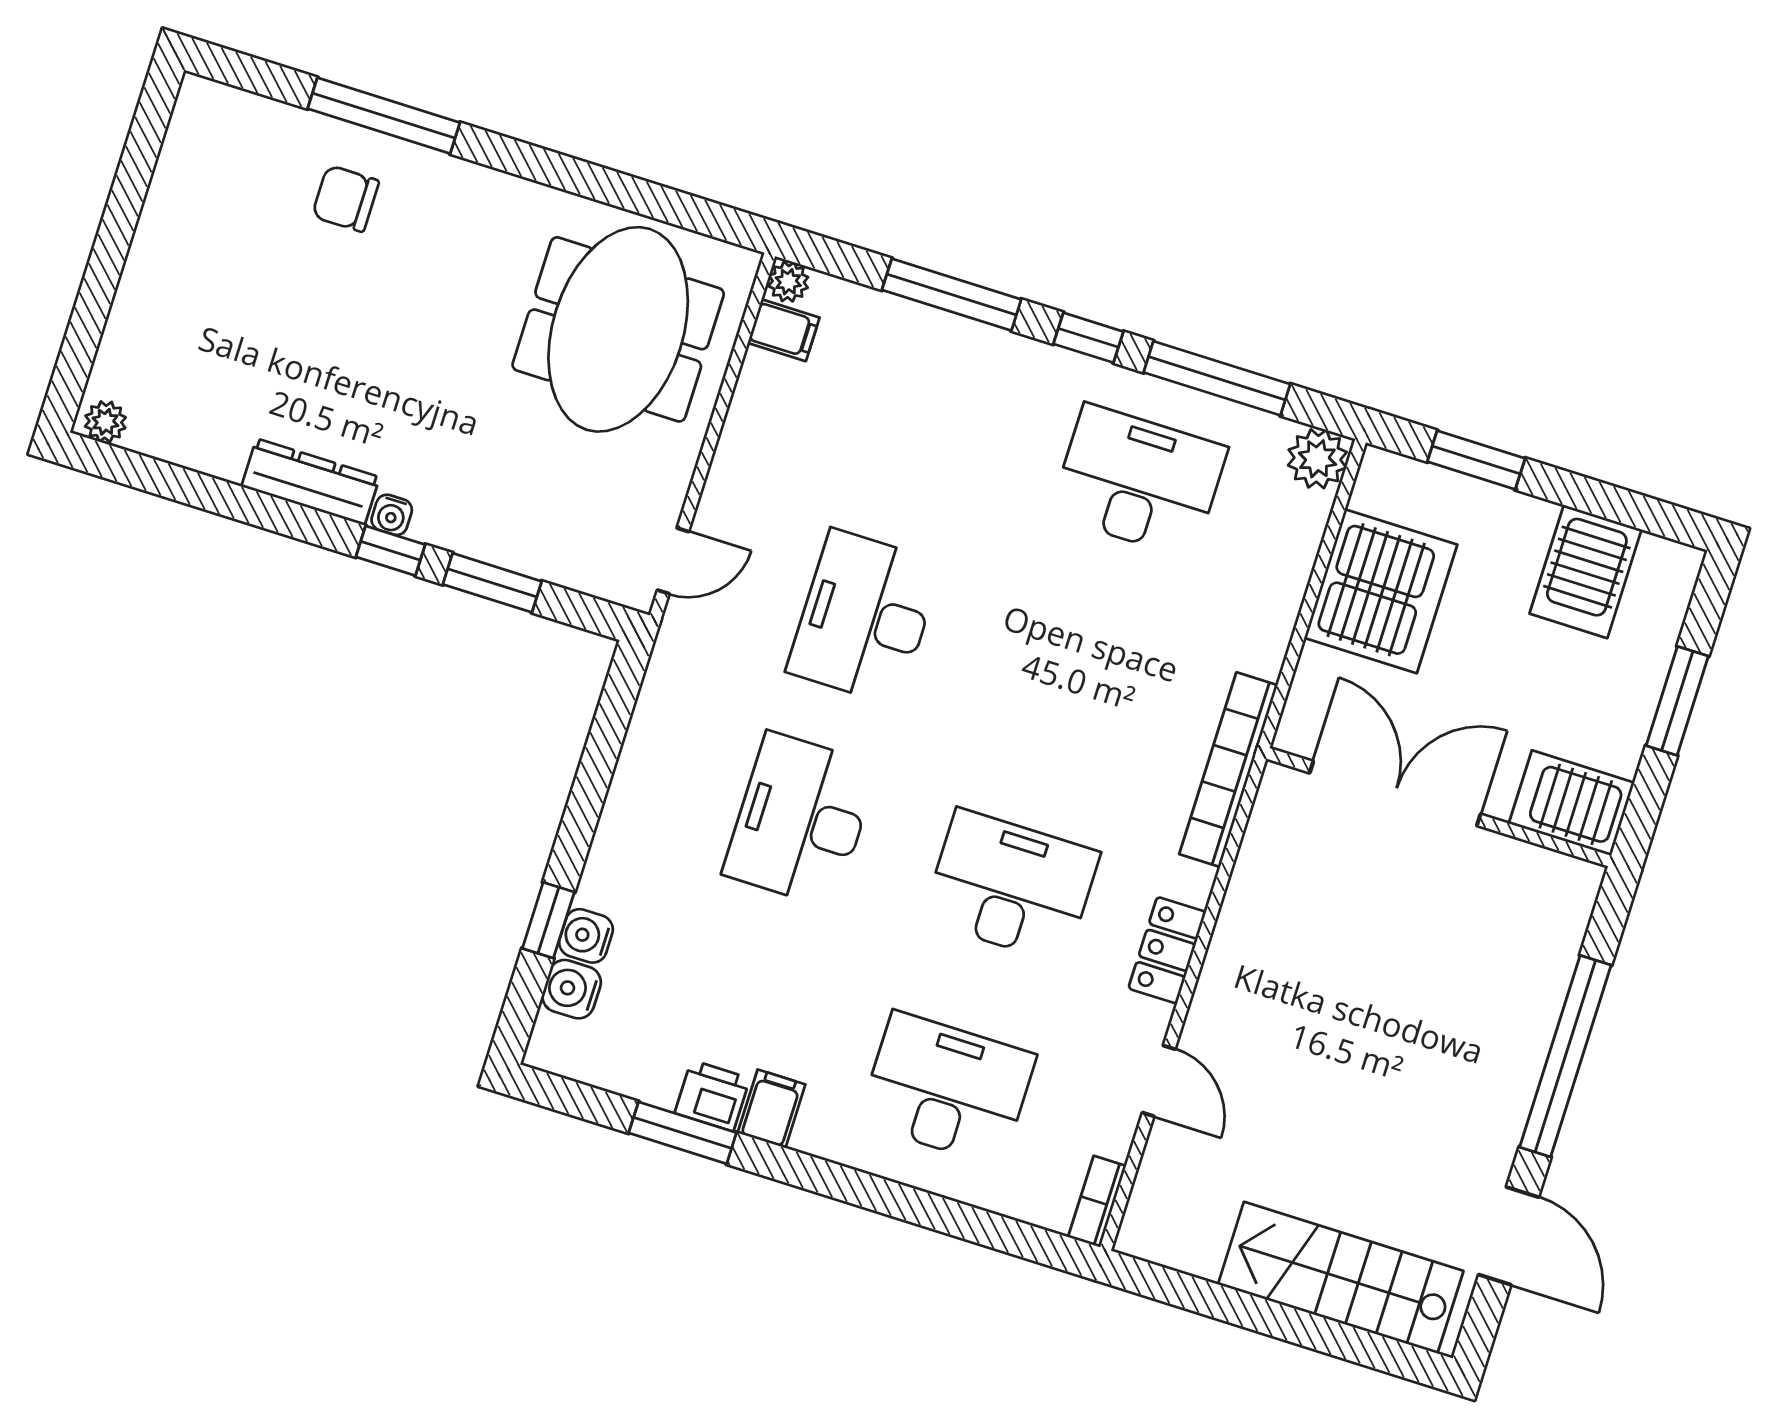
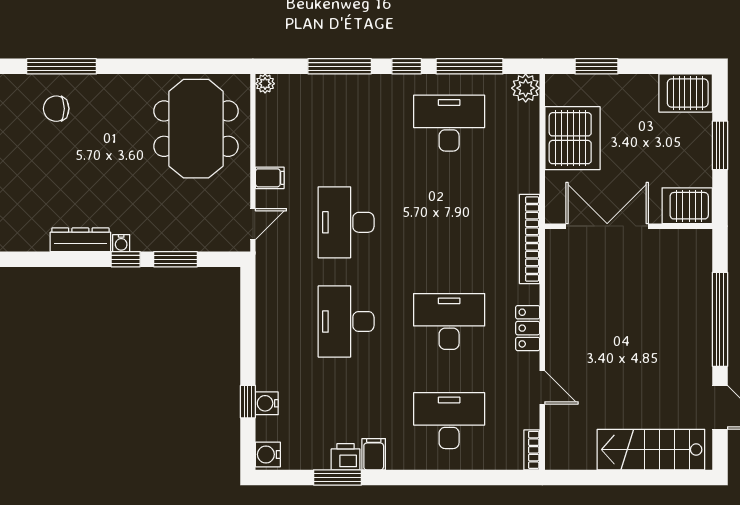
filing cabinet: (784, 330) -> (270, 178), moved
server rack: (1586, 572) -> (686, 93), moved, turned 90
water cooler: (572, 989) -> (268, 454), moved

